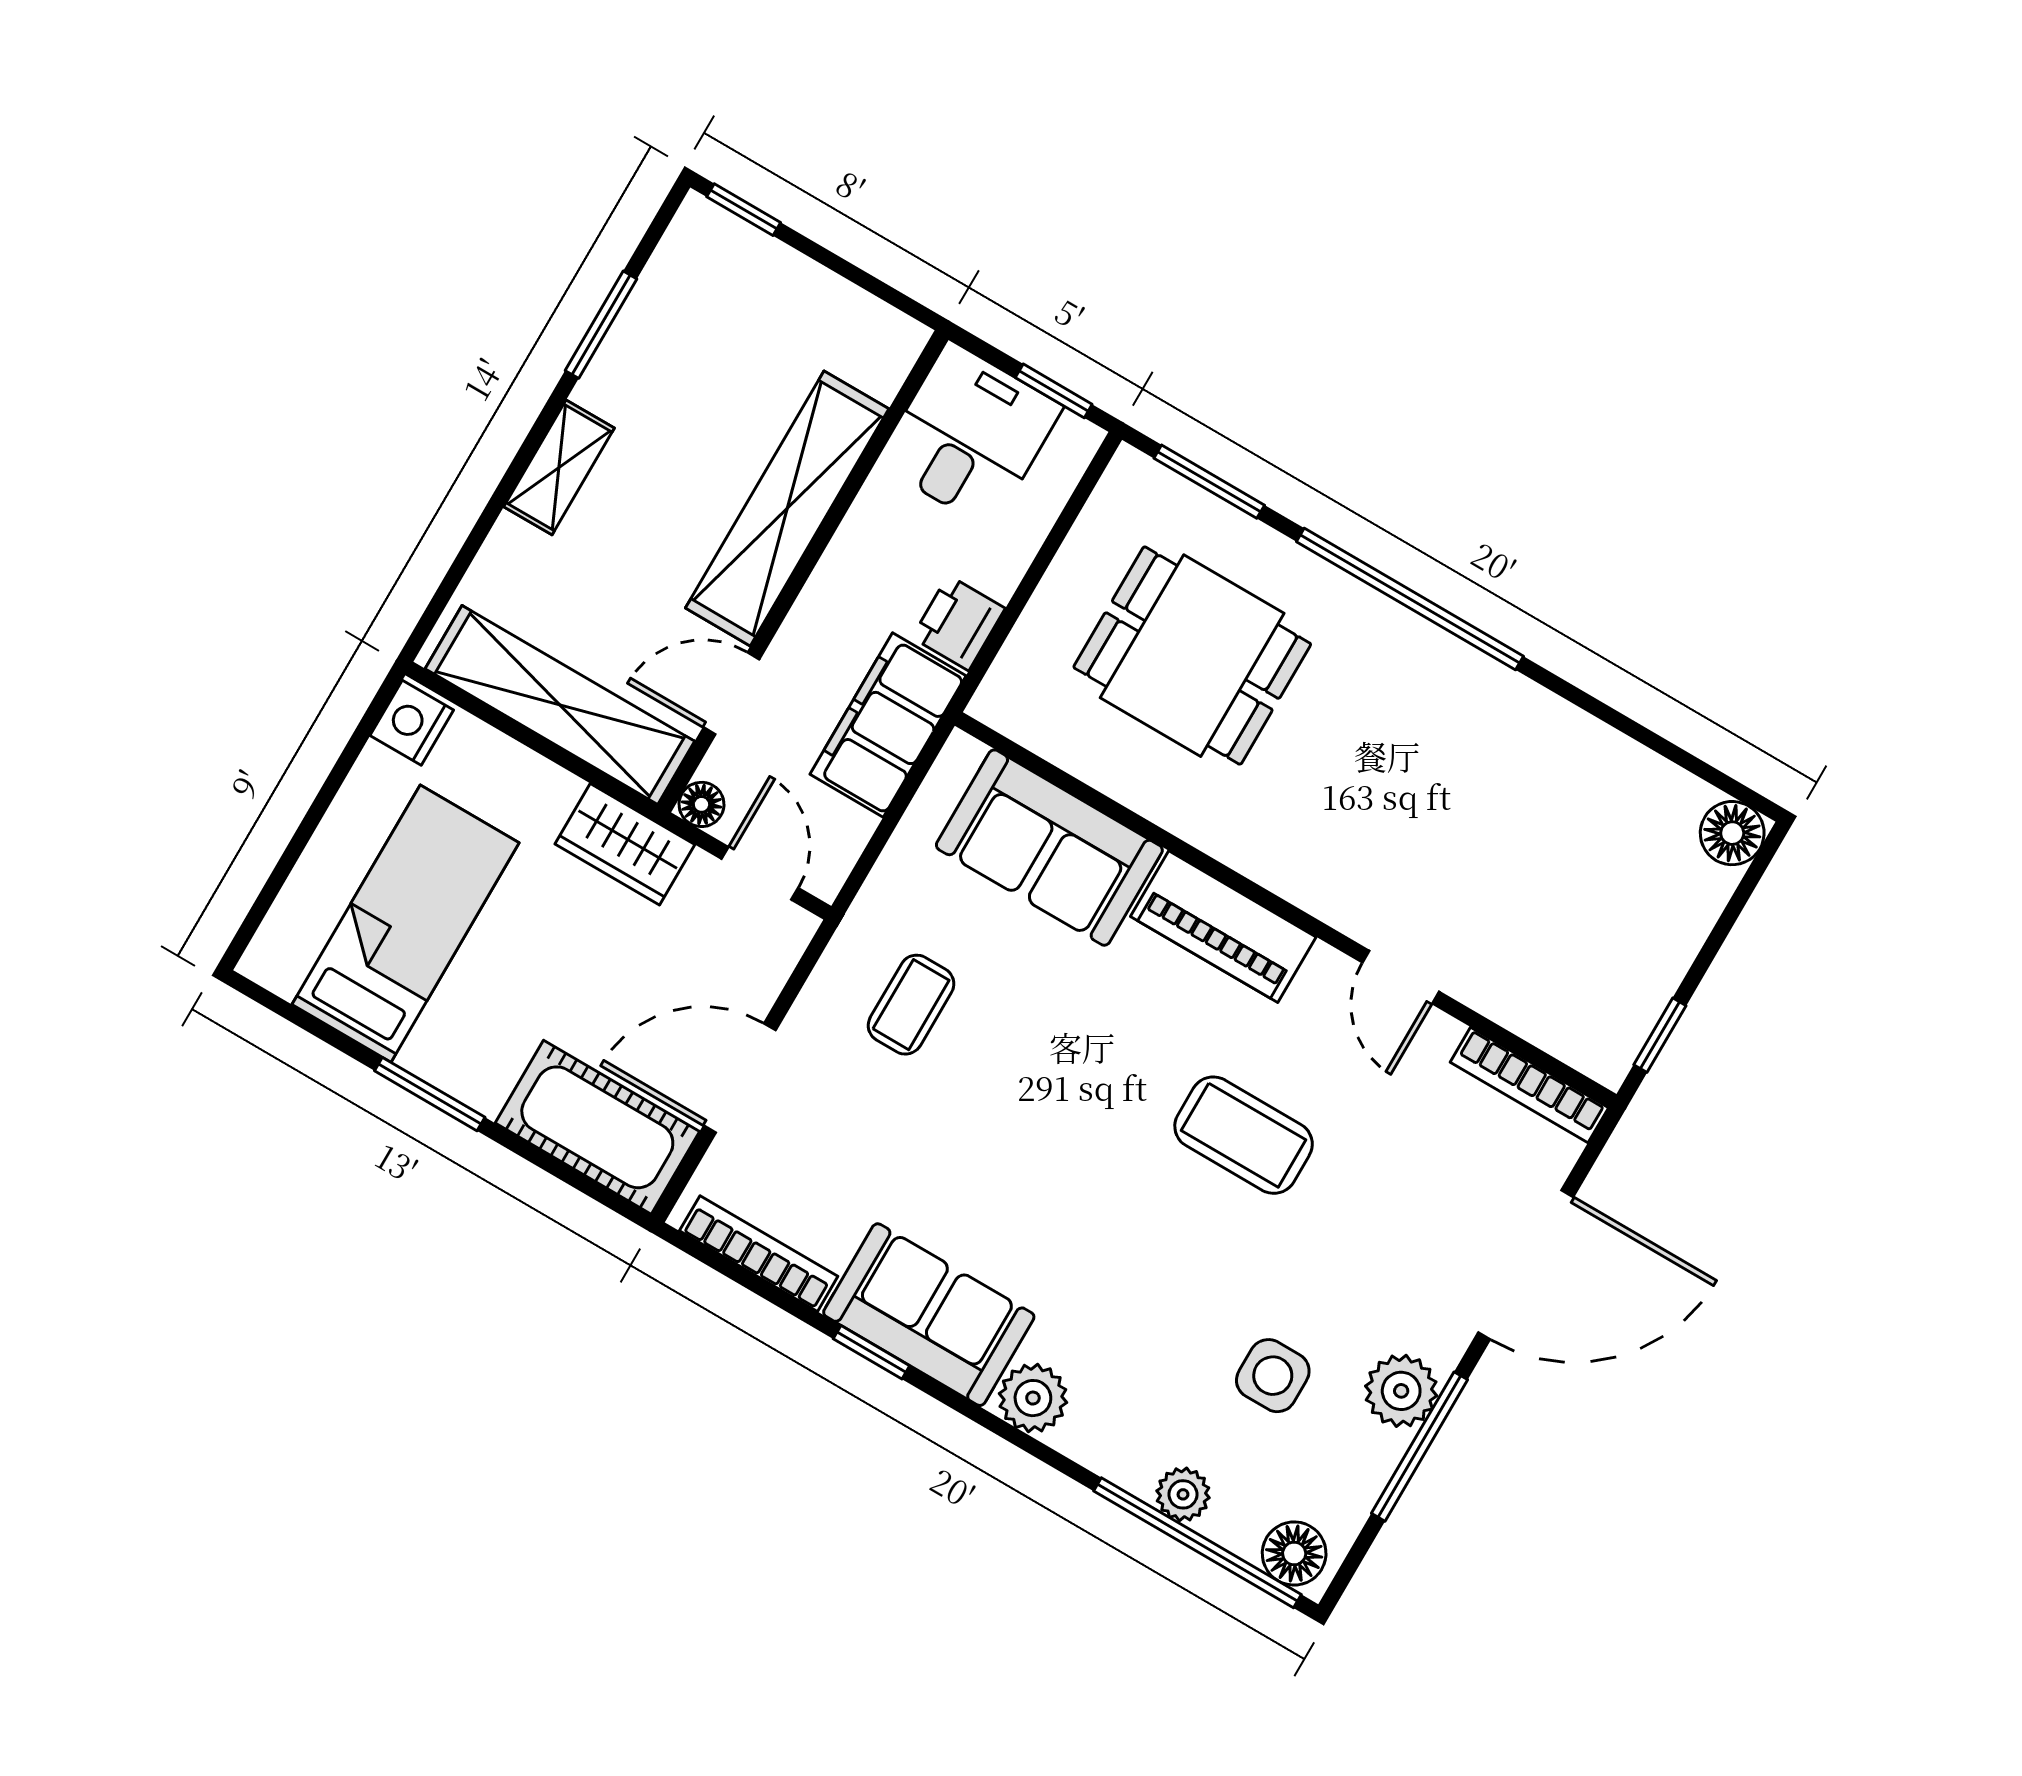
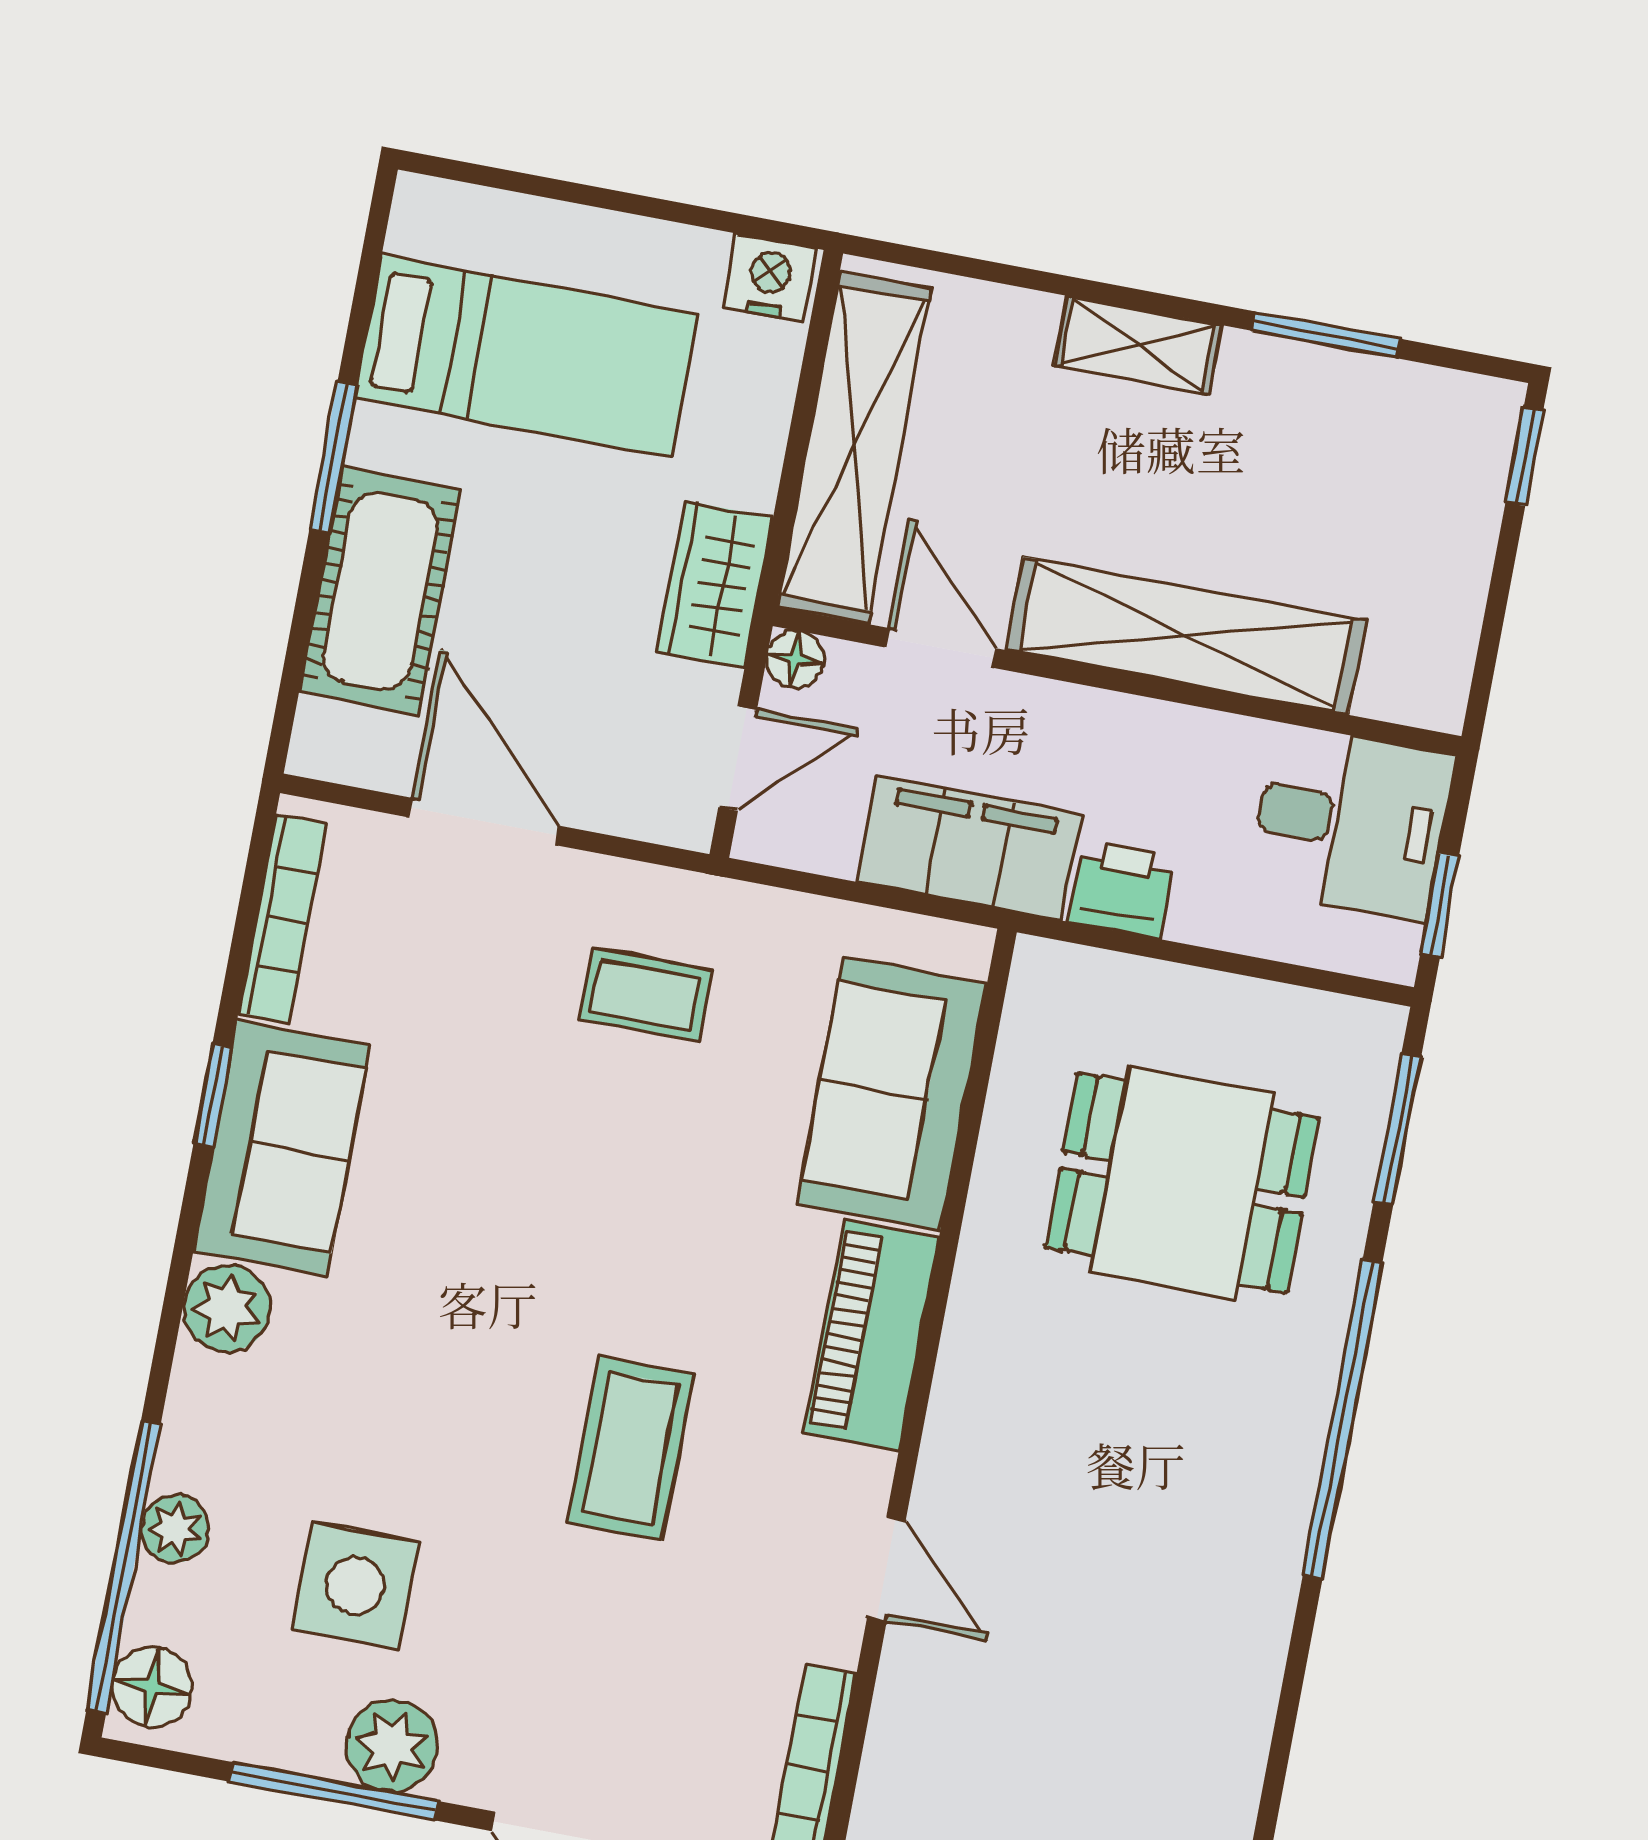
dining table: (1192, 656) -> (1182, 1183), turned 90
door: (1401, 977) -> (886, 1569), swing flipped
cot: (597, 1127) -> (380, 591), moved
side table: (1273, 1376) -> (356, 1586), width x1.37, depth x1.37

